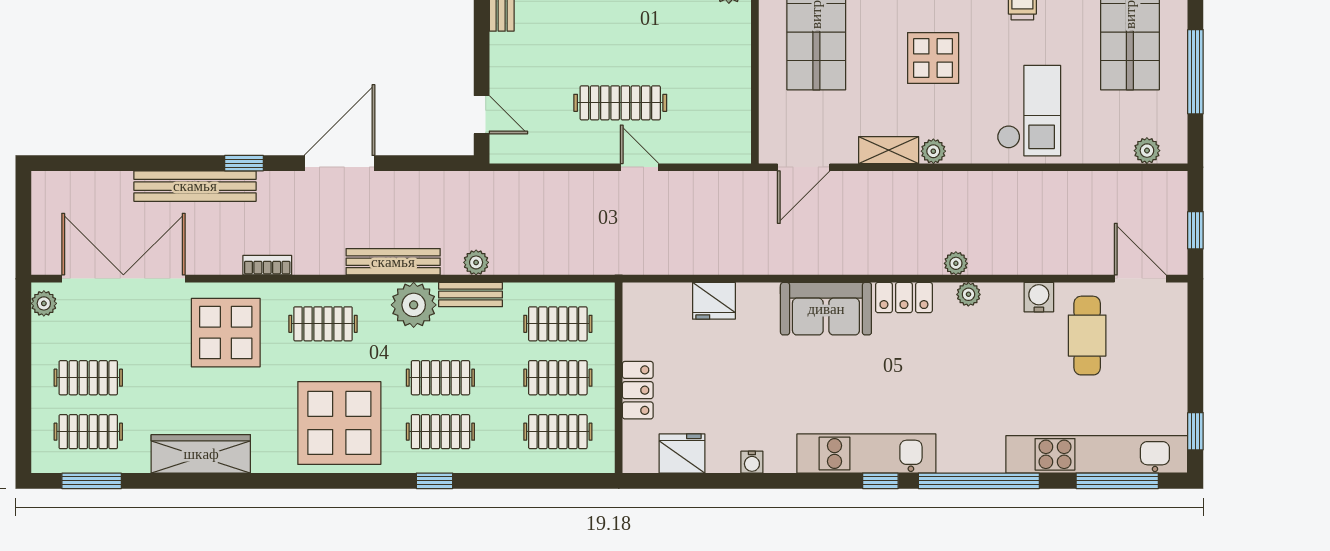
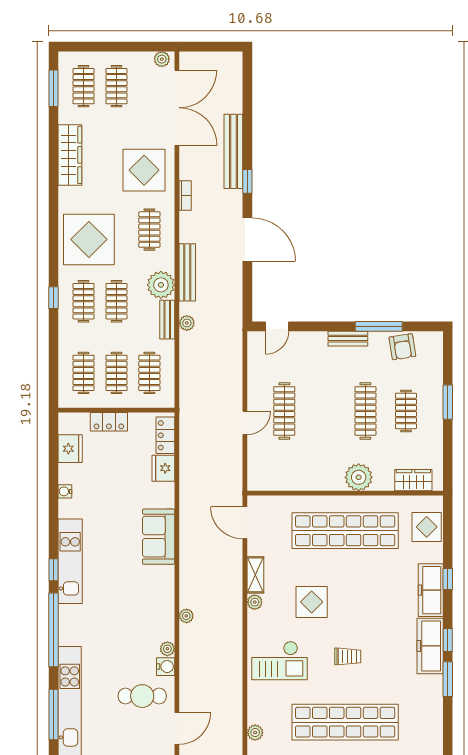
plant: (968, 294) -> (167, 649), moved
locker: (904, 298) -> (165, 435), moved

